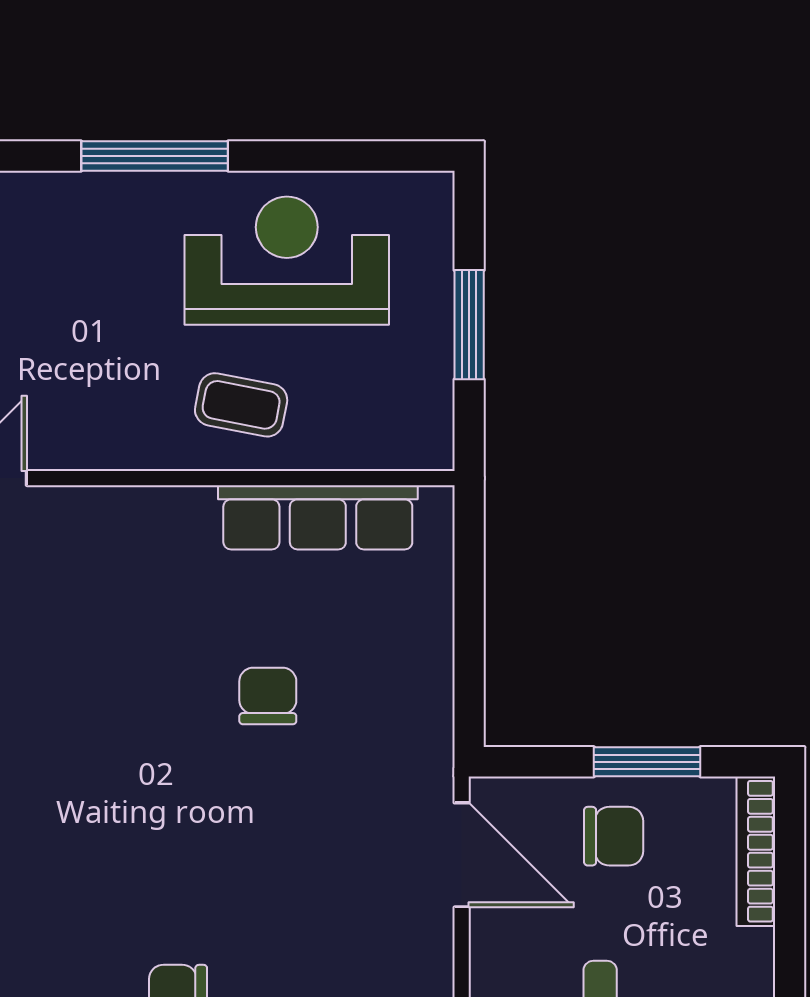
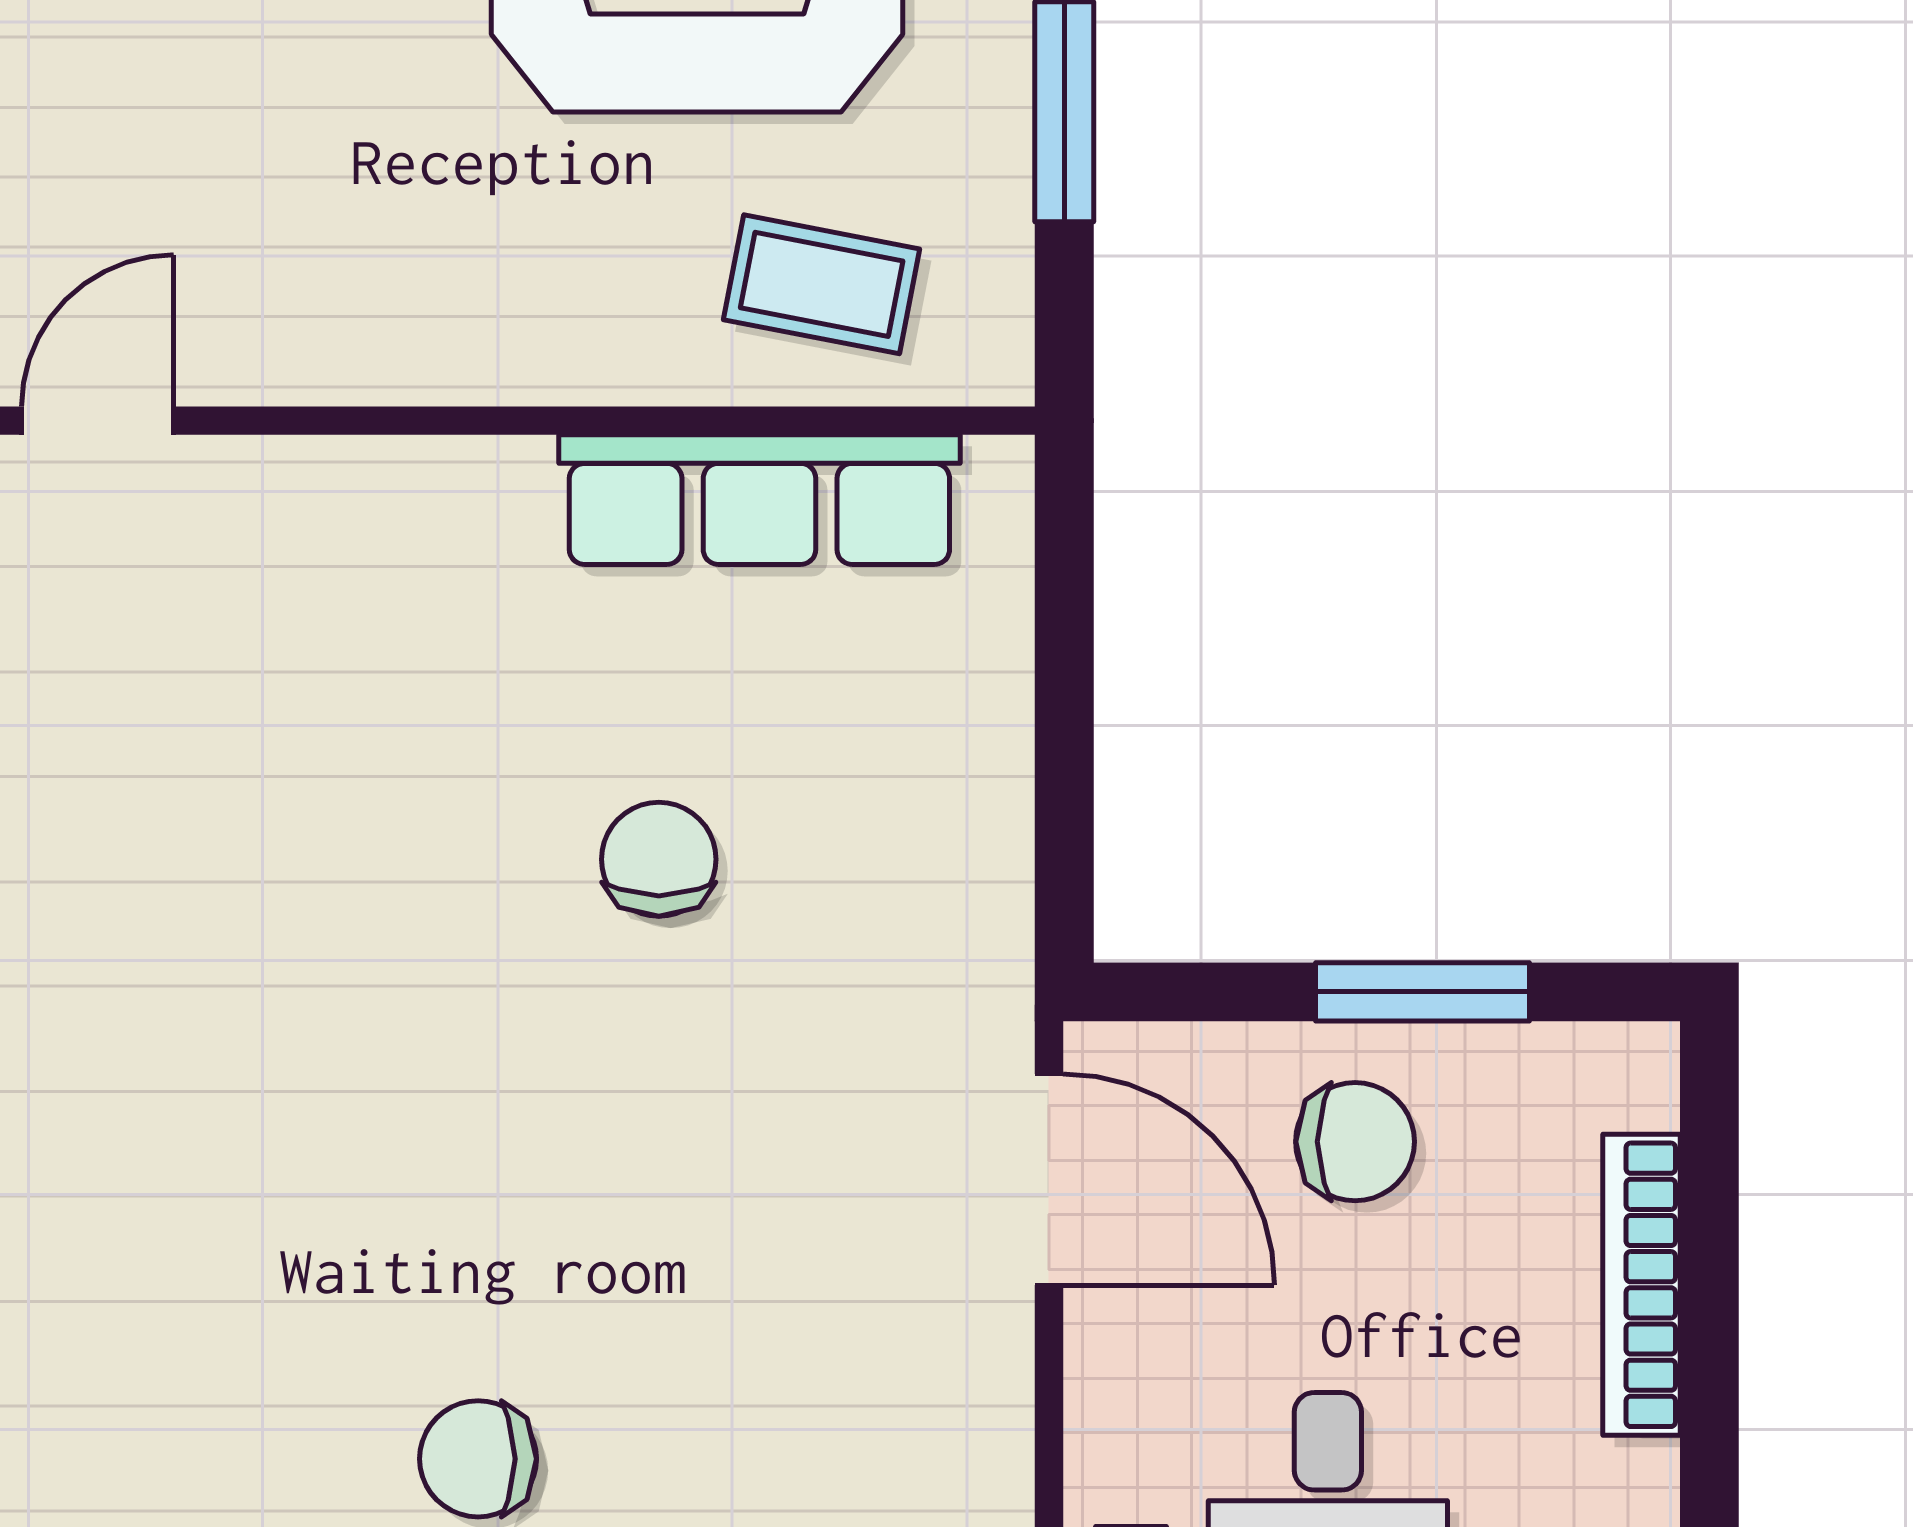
coffee table: (241, 405) -> (822, 284), moved
bookcase: (756, 851) -> (1642, 1285), moved

